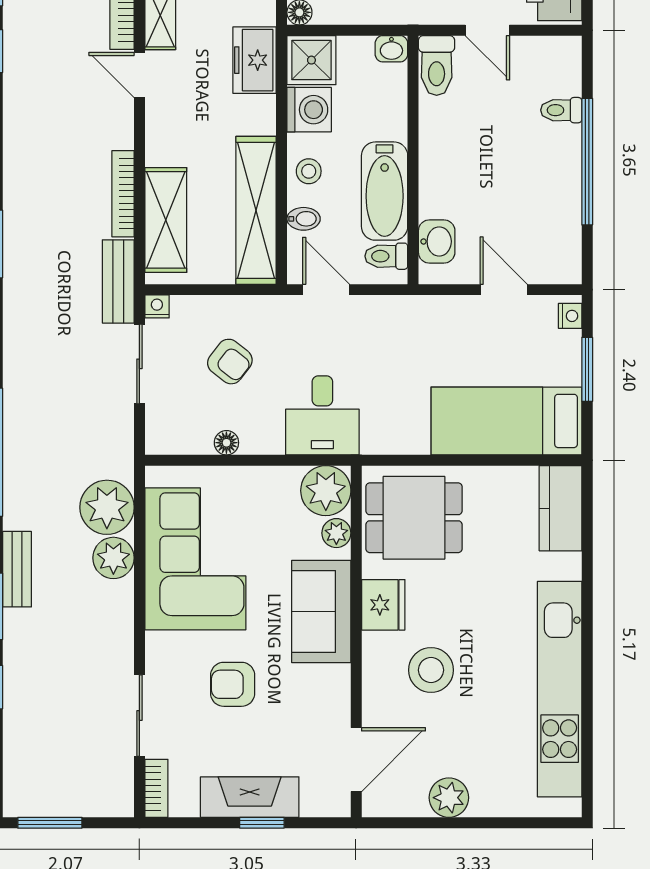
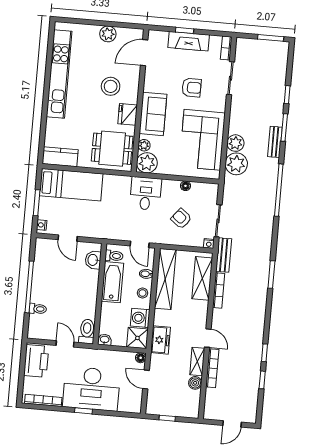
kitchen counter: (561, 508) -> (60, 157), moved, turned -90

